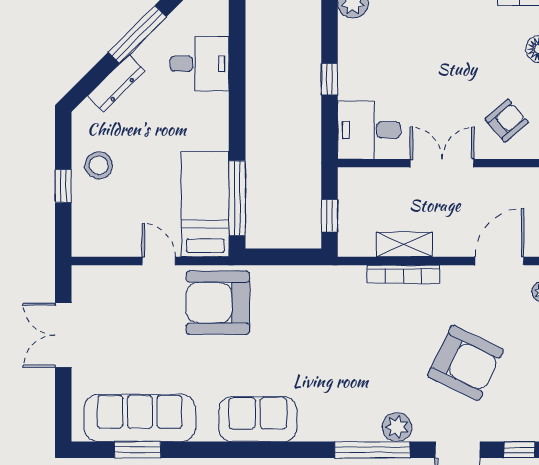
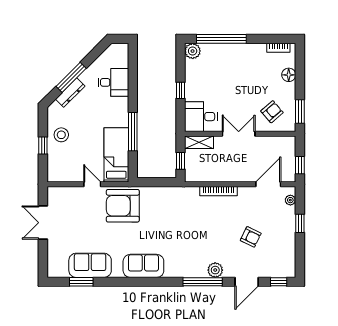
window: (137, 35) -> (71, 77), moved
window: (237, 198) -> (133, 132), moved
shelving: (404, 244) -> (199, 142), moved
armchair: (465, 363) -> (251, 237), width x0.53, depth x0.53
sofa: (140, 418) -> (90, 265), width x0.73

